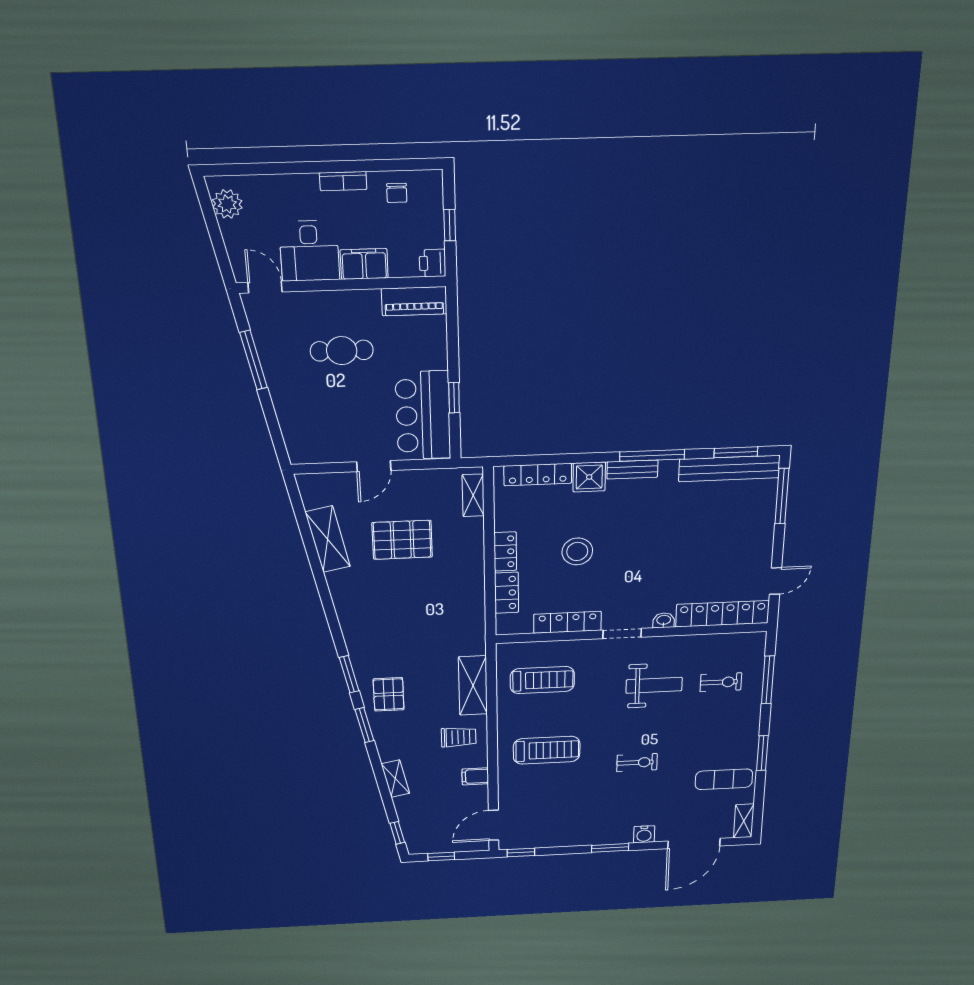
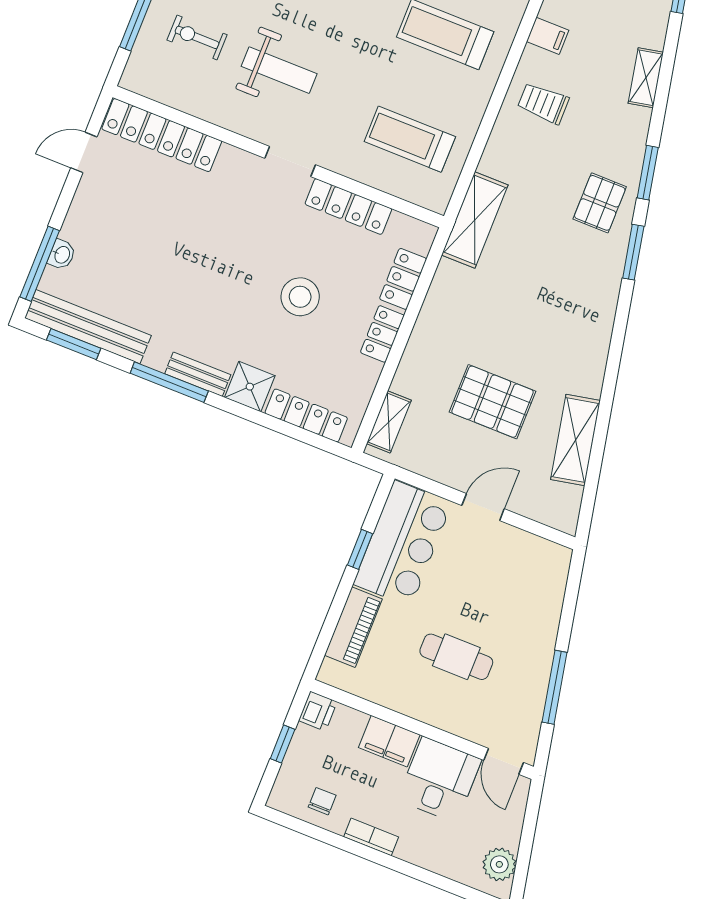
piano: (414, 301) -> (353, 627), moved, turned 90
washbasin: (664, 620) -> (62, 255), moved, turned -90
weight bench: (654, 685) -> (279, 70), turned 180
shelving: (473, 686) -> (475, 220), moved

